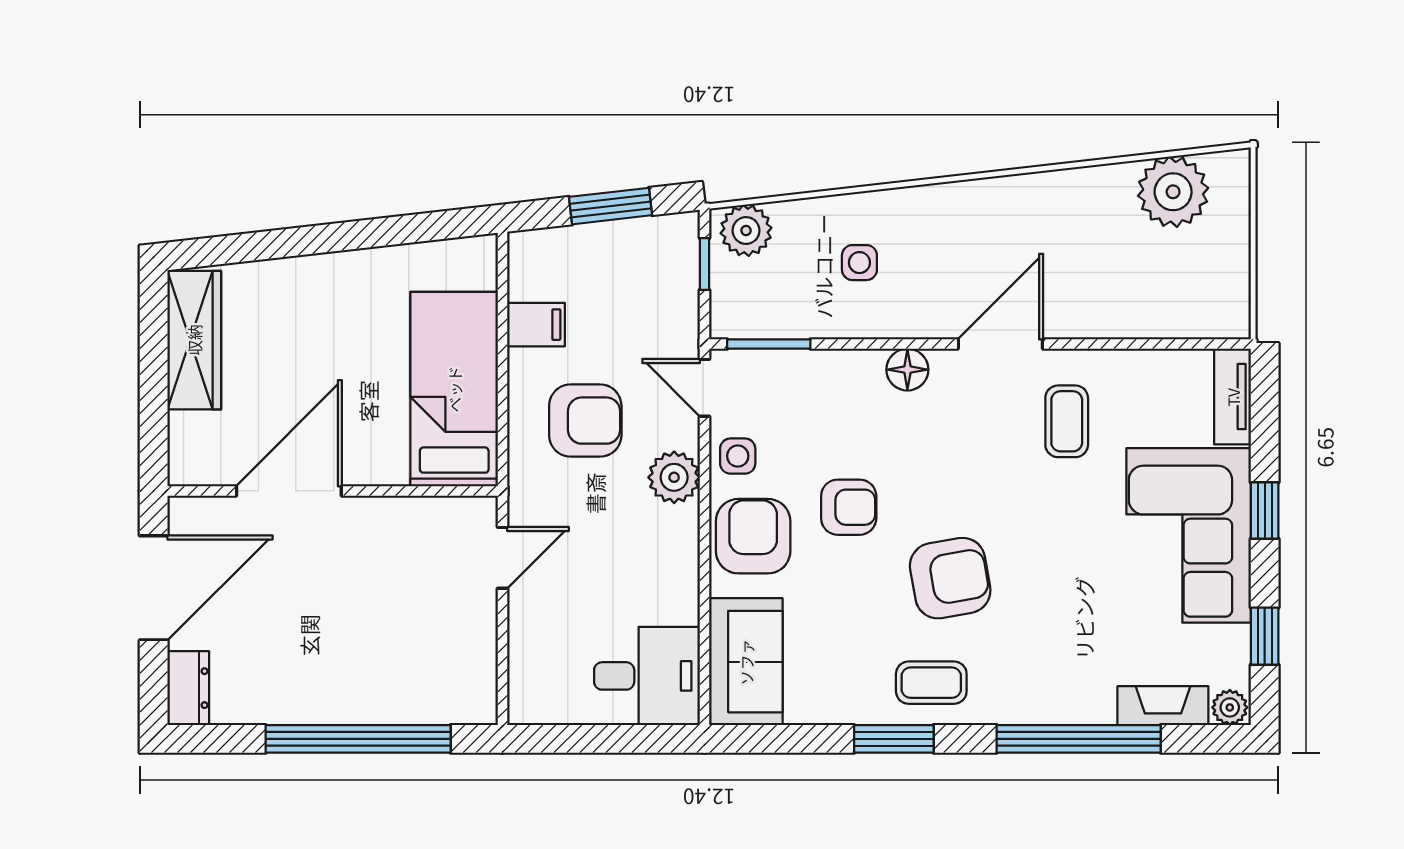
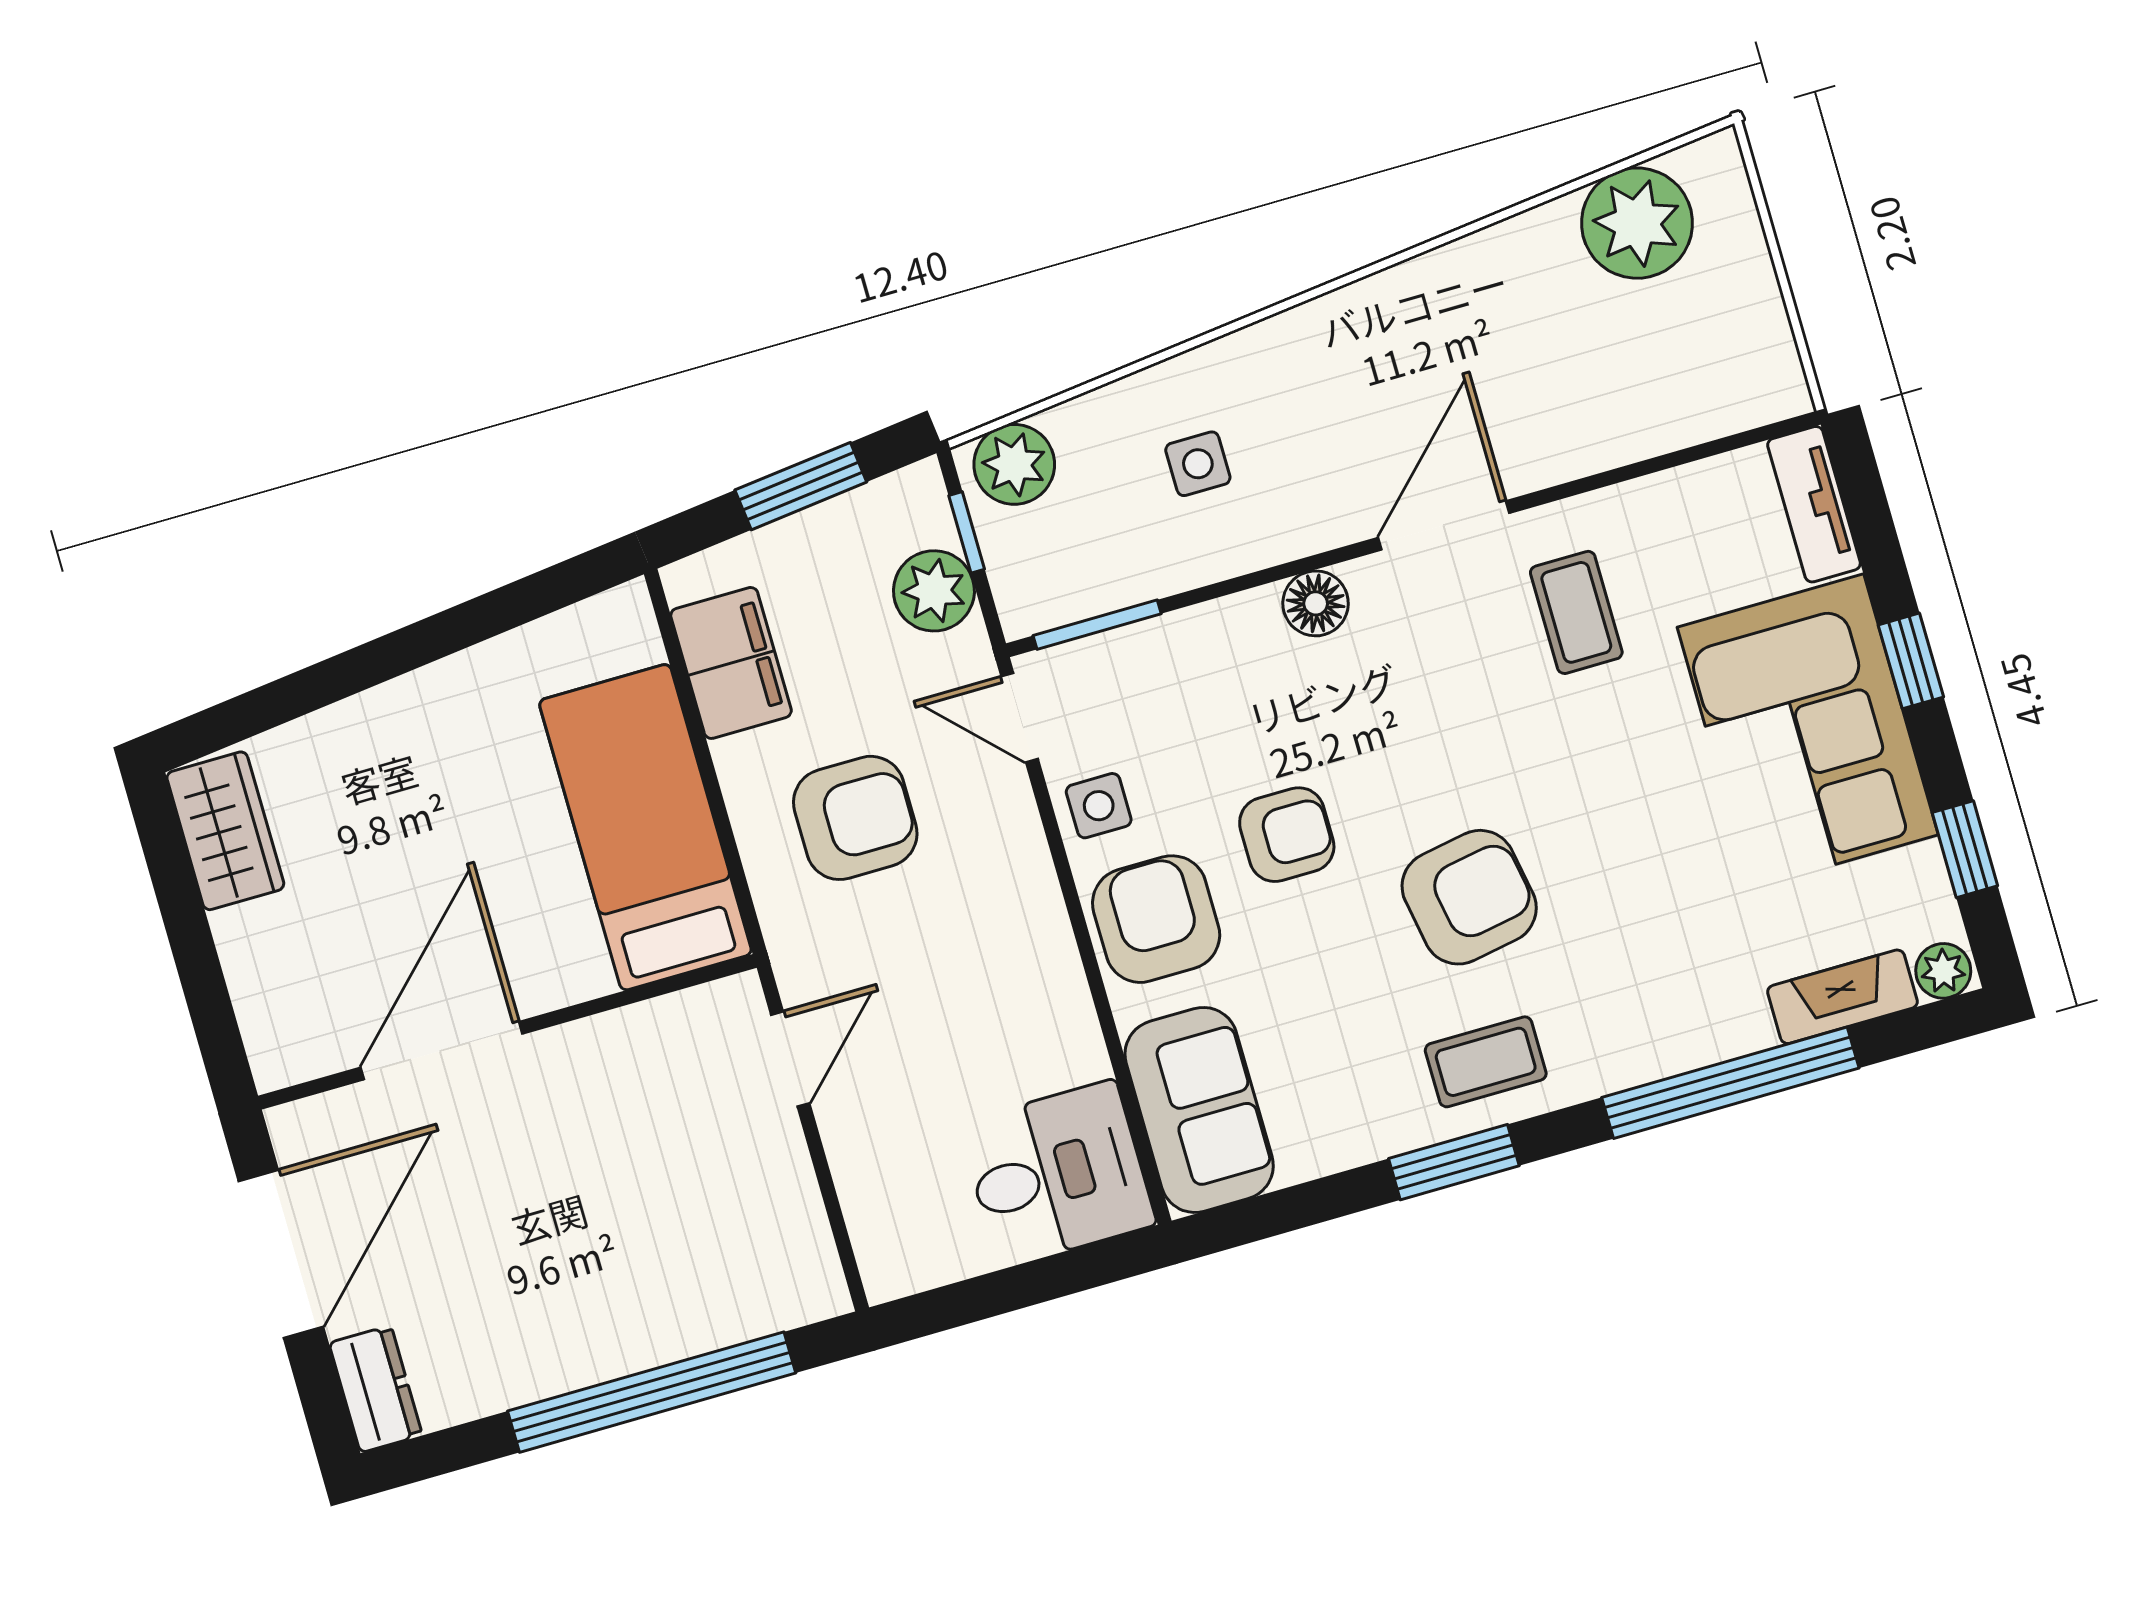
filing cabinet: (536, 325) -> (731, 663), width x2.00
wardrobe: (194, 340) -> (225, 831), width x0.67
plant: (674, 477) -> (934, 591), moved

